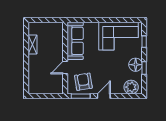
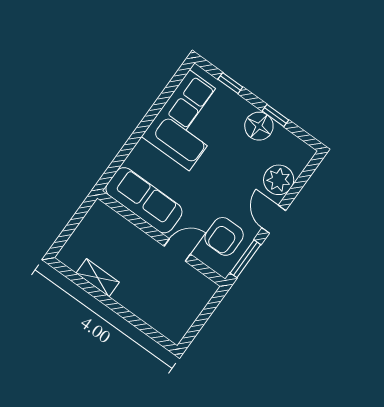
door: (65, 68) -> (177, 250), swing flipped
armchair: (83, 82) -> (224, 236), turned -81
plant: (131, 87) -> (279, 180), moved

